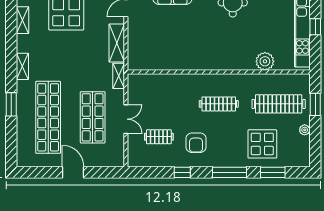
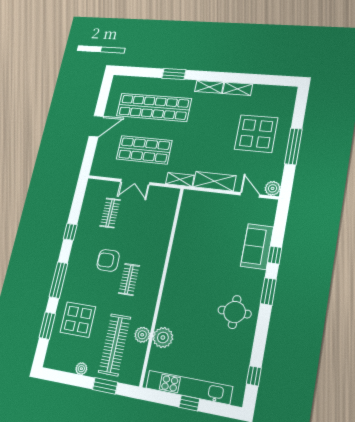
shelving: (23, 20) -> (237, 89), moved
plant: (266, 80) -> (142, 335), added
clothes rail: (219, 104) -> (129, 279), width x0.73
armchair: (196, 143) -> (108, 260), moved

